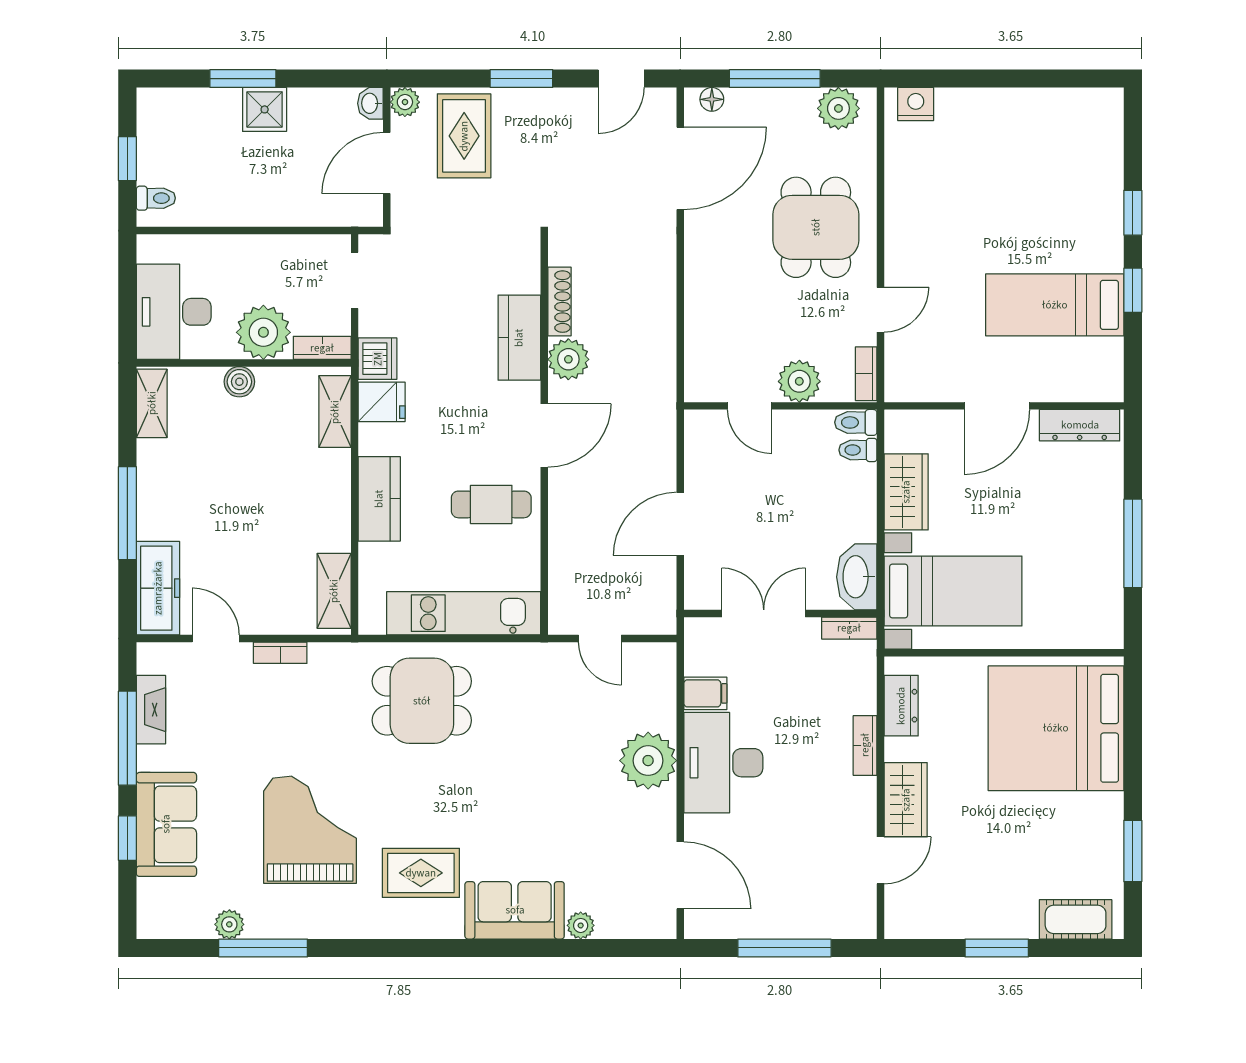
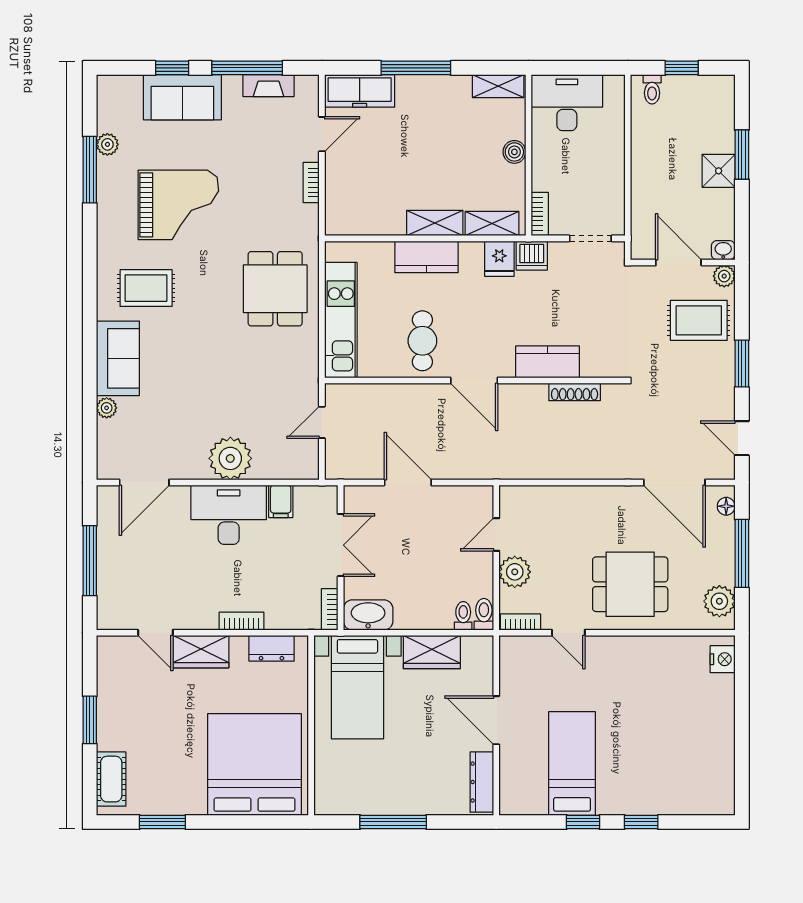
plant: (263, 332) -> (551, 170), removed
plant: (568, 359) -> (531, 399), removed
shelving: (334, 591) -> (435, 223), moved
rug: (421, 873) -> (146, 288), turned 90

